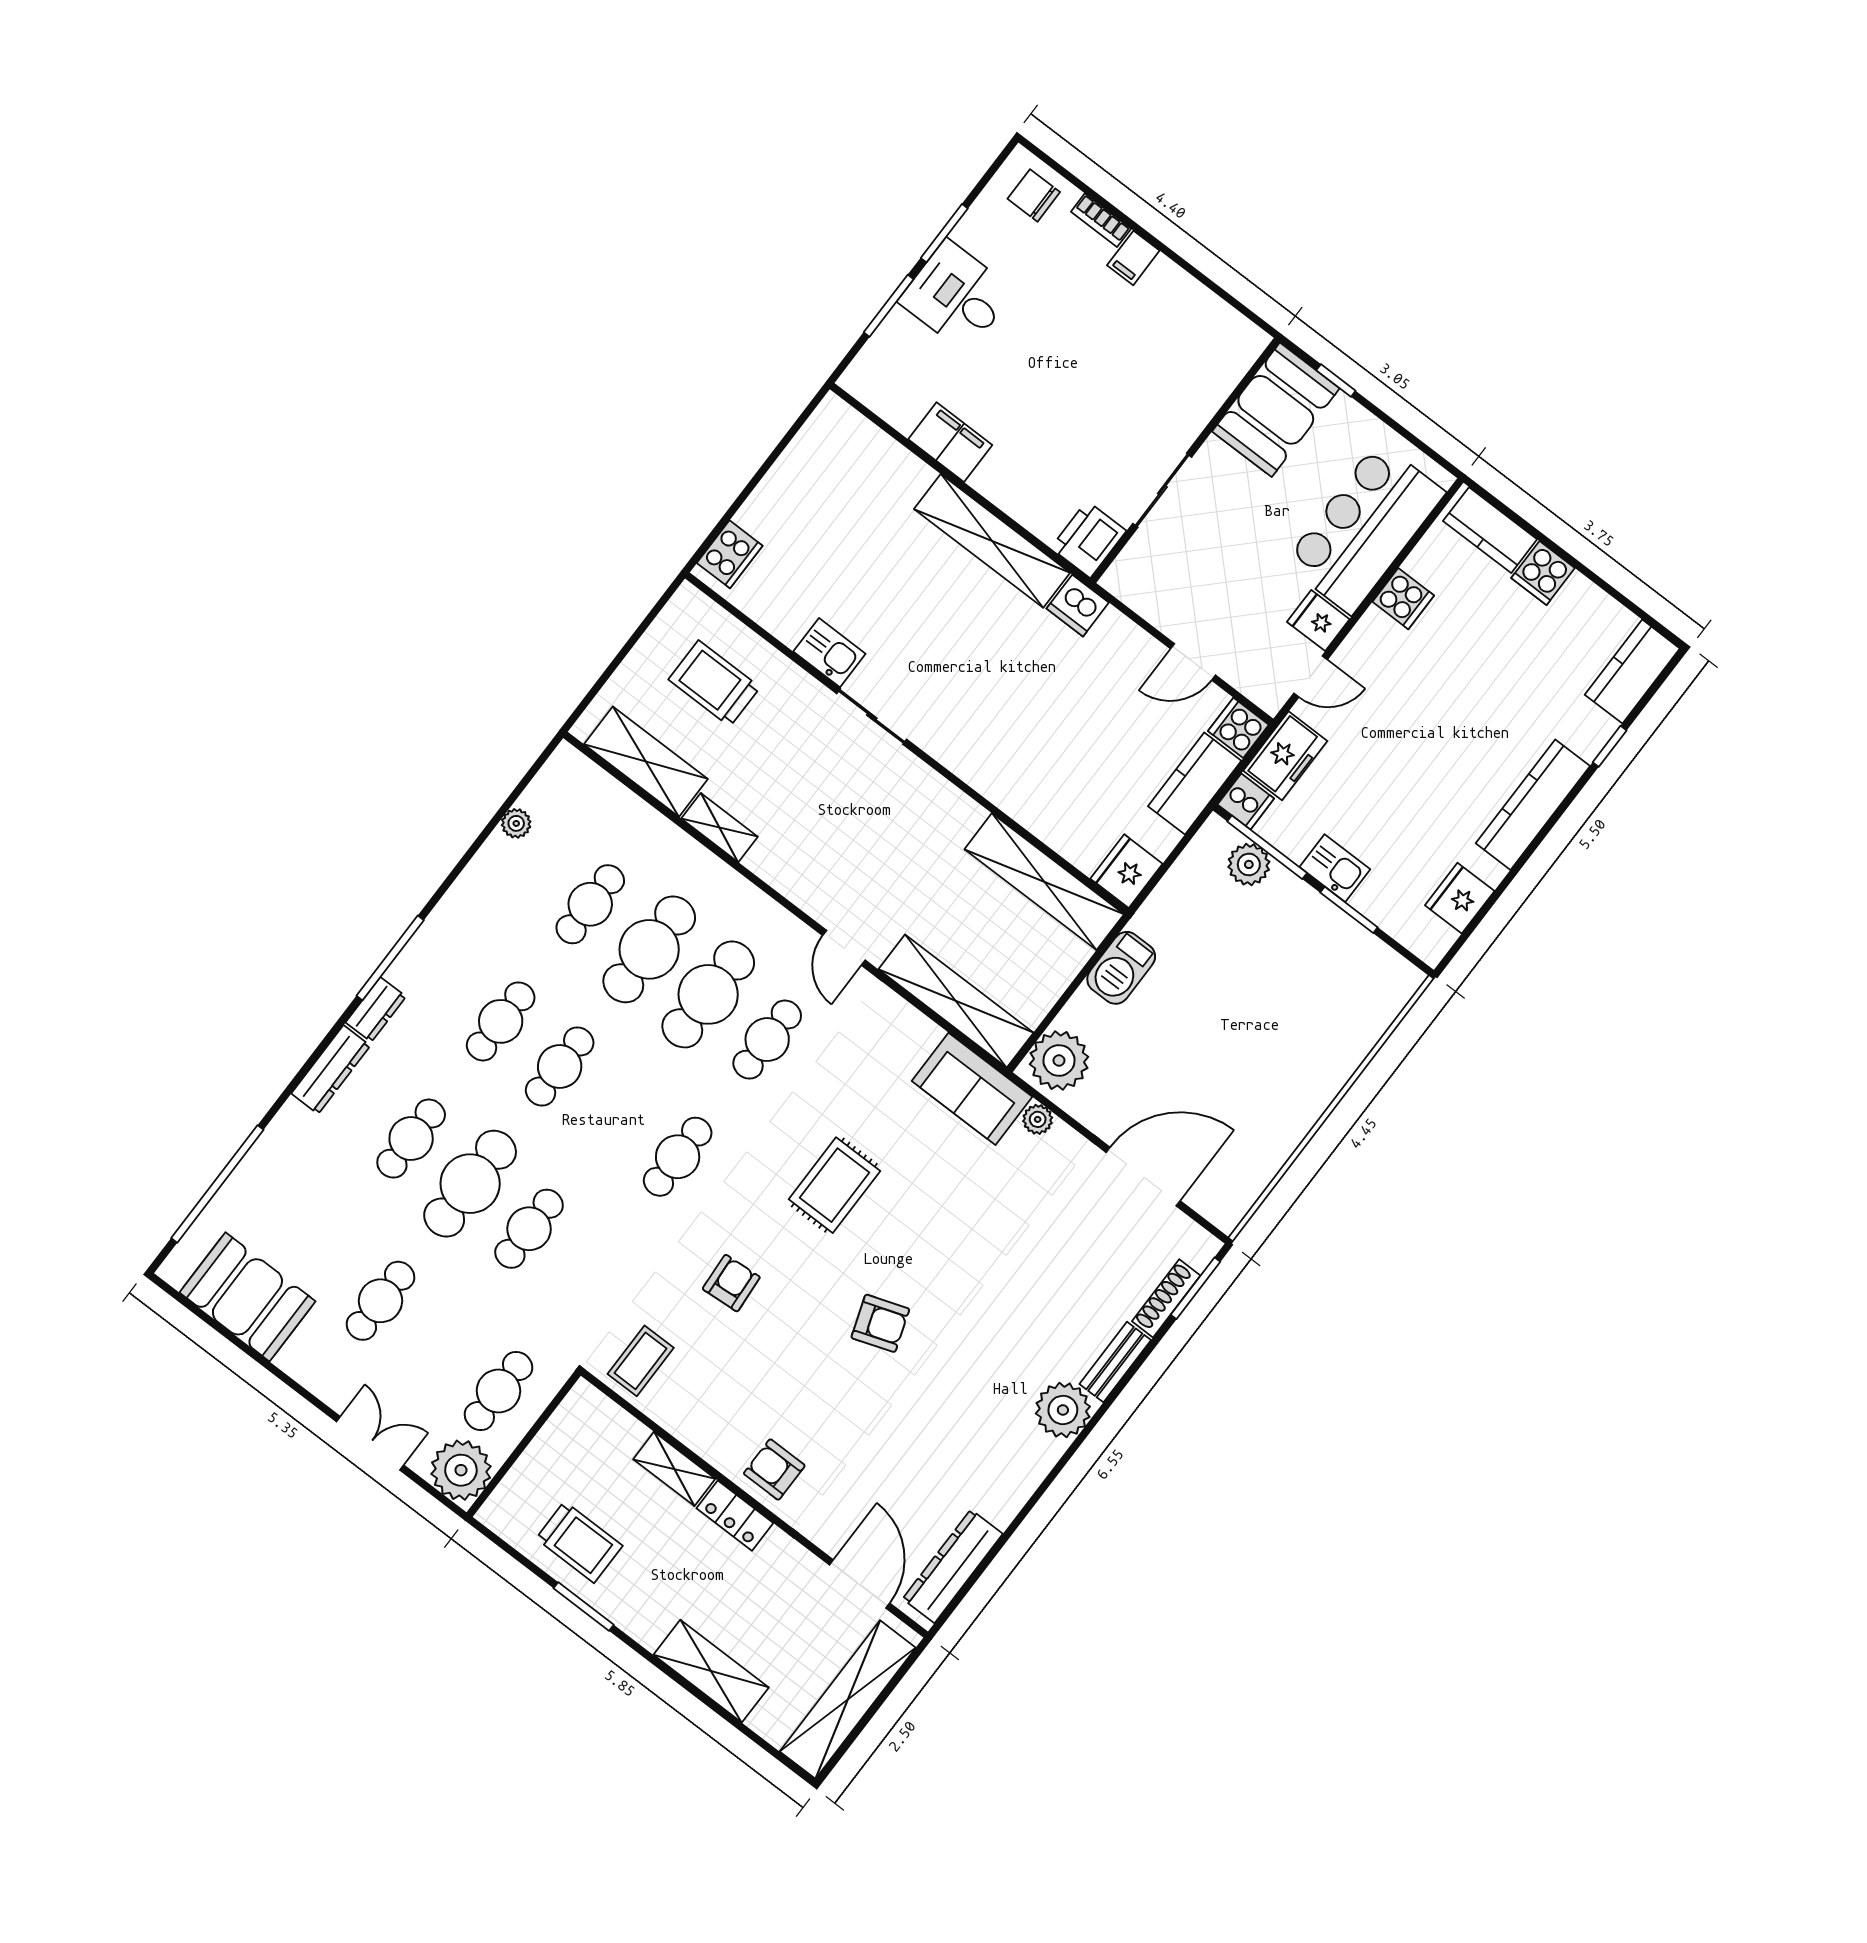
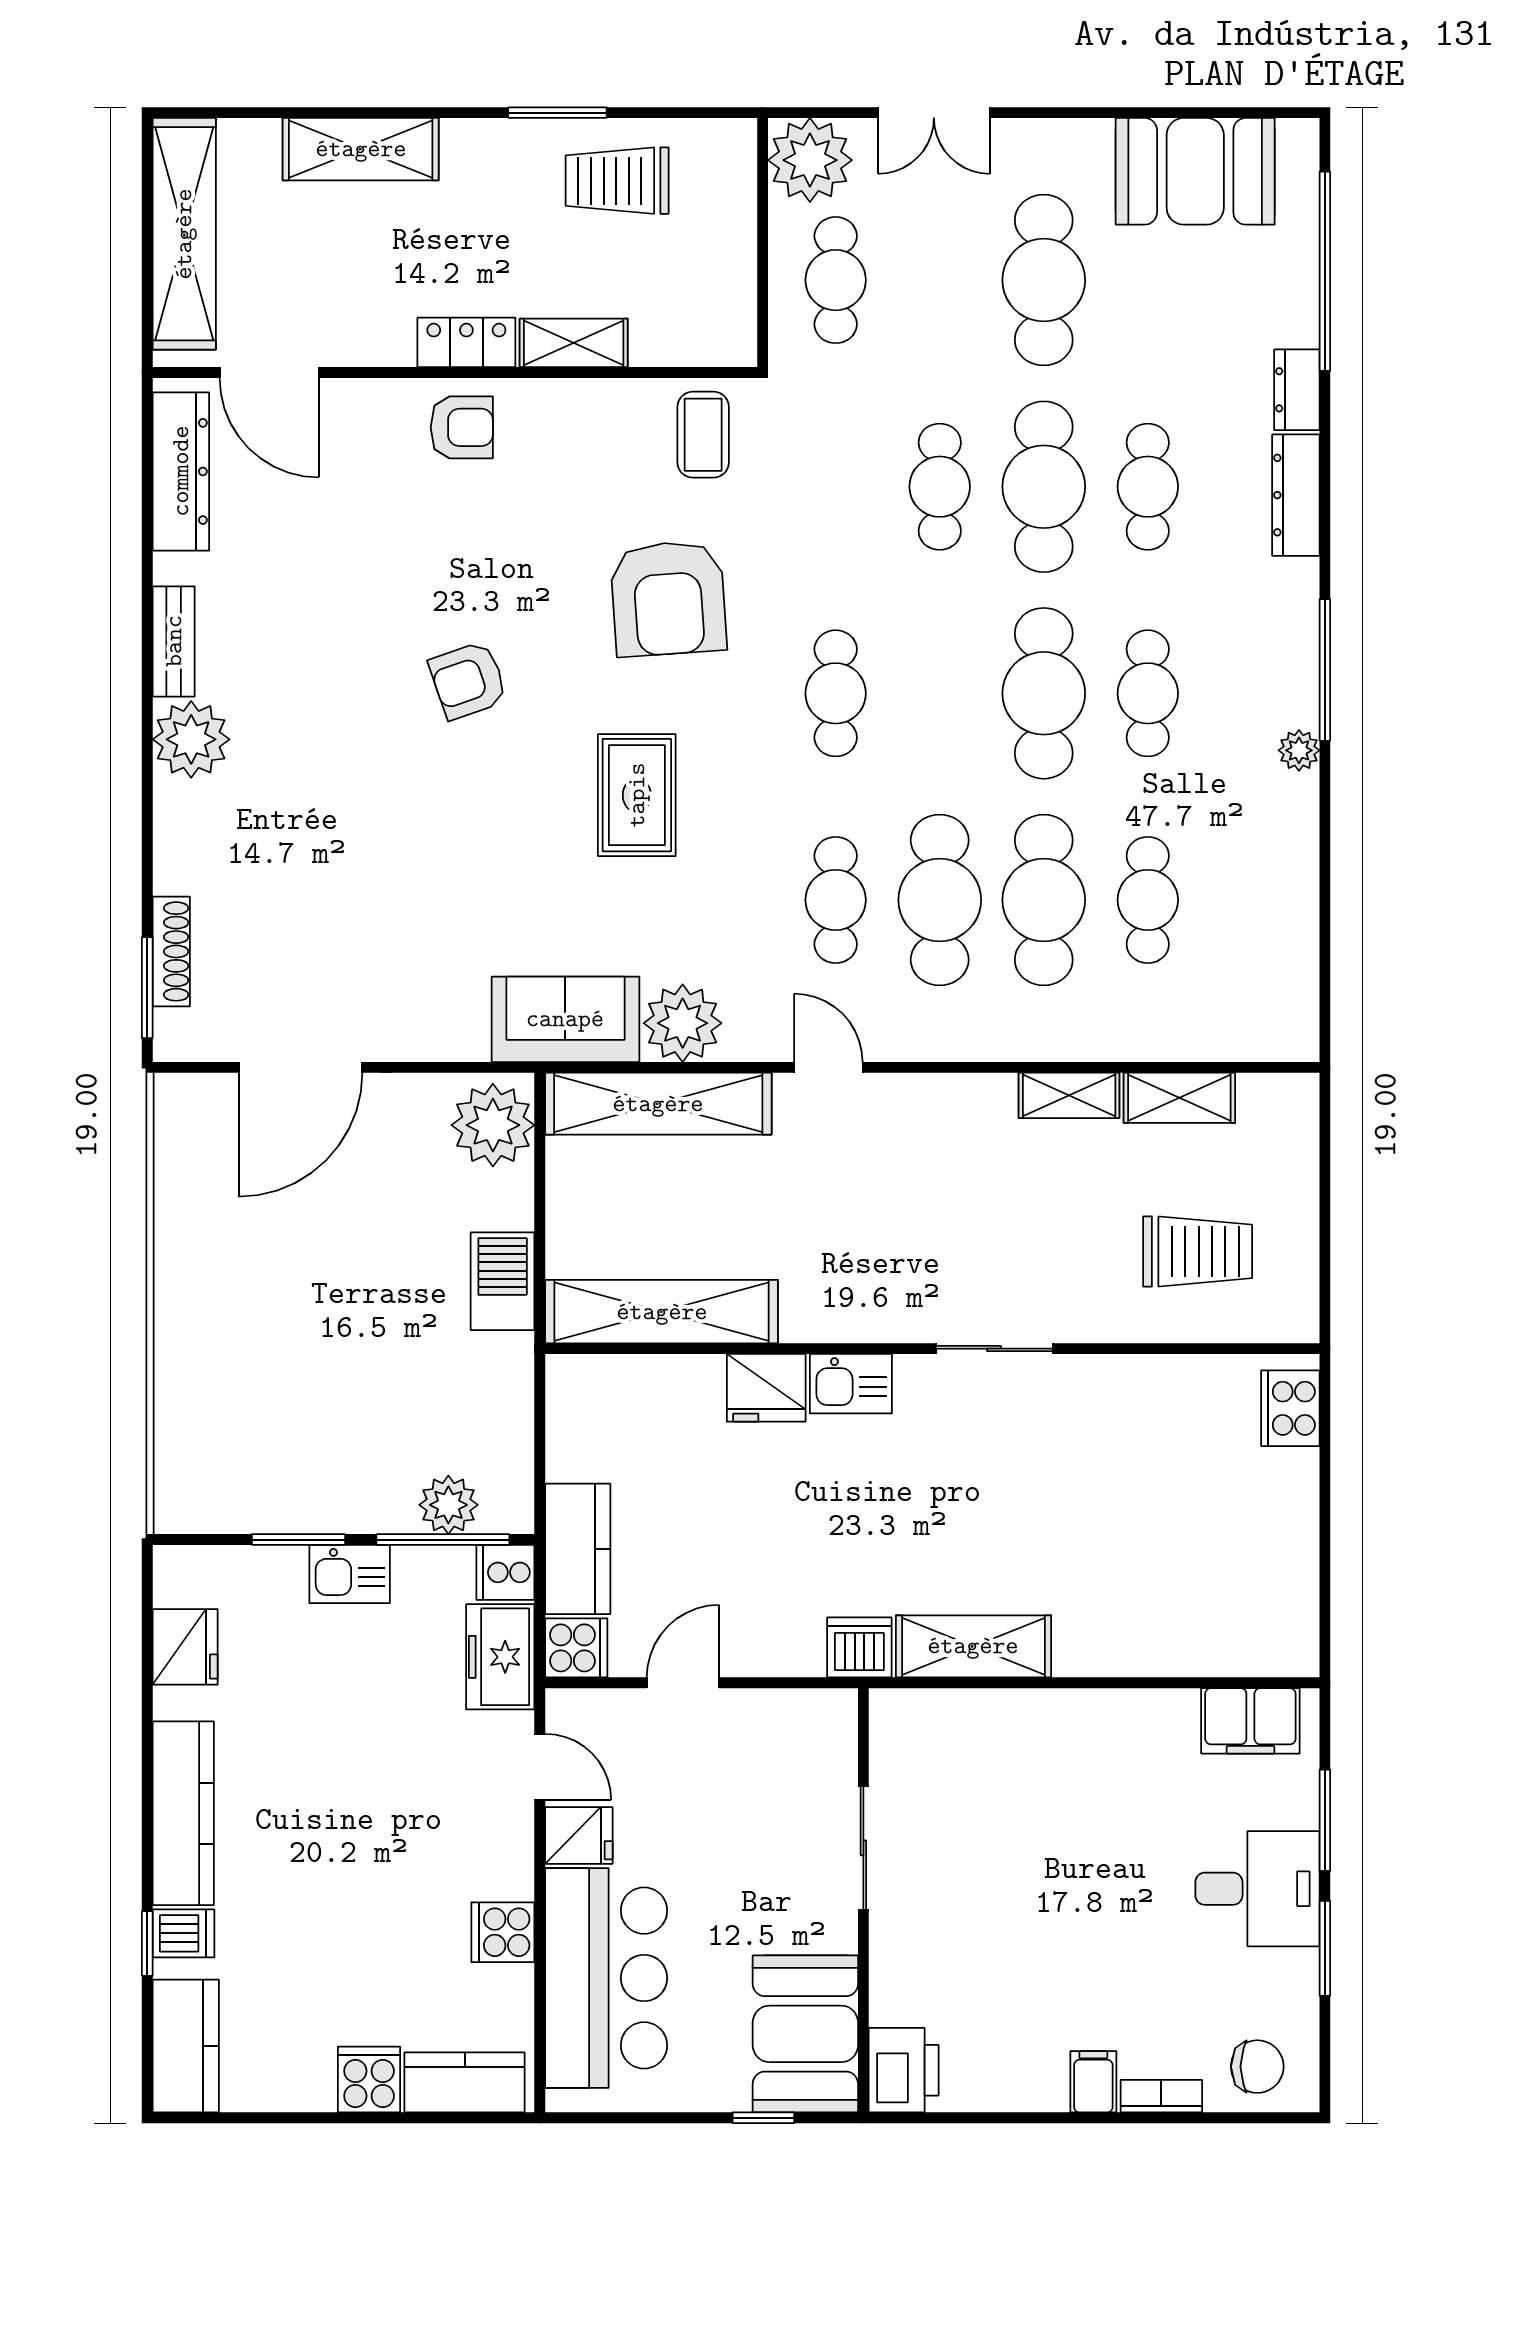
filing cabinet: (950, 442) -> (1250, 1721), moved
printer: (1089, 539) -> (904, 2070), moved
shelving: (992, 541) -> (973, 1646), width x0.68
kitchen sink: (829, 653) -> (851, 1384), moved
door: (1311, 676) -> (540, 1767), swing flipped
dishwasher: (1585, 736) -> (183, 1933), added
shelving: (646, 762) -> (1179, 1098), width x0.67, depth x0.75
plant: (516, 823) -> (1299, 750), moved
fridge: (1126, 871) -> (766, 1388), moved, turned 90
dresser: (376, 1009) -> (1297, 390), moved
cafe table: (560, 1067) -> (1044, 693), width x1.37, depth x1.35
plant: (1038, 1119) -> (683, 1023), moved, width x1.88, depth x1.88
armchair: (731, 1283) -> (668, 598), width x1.88, depth x1.88
cafe table: (380, 1301) -> (1044, 280), width x1.37, depth x1.35
bench: (1115, 1362) -> (174, 641), moved

